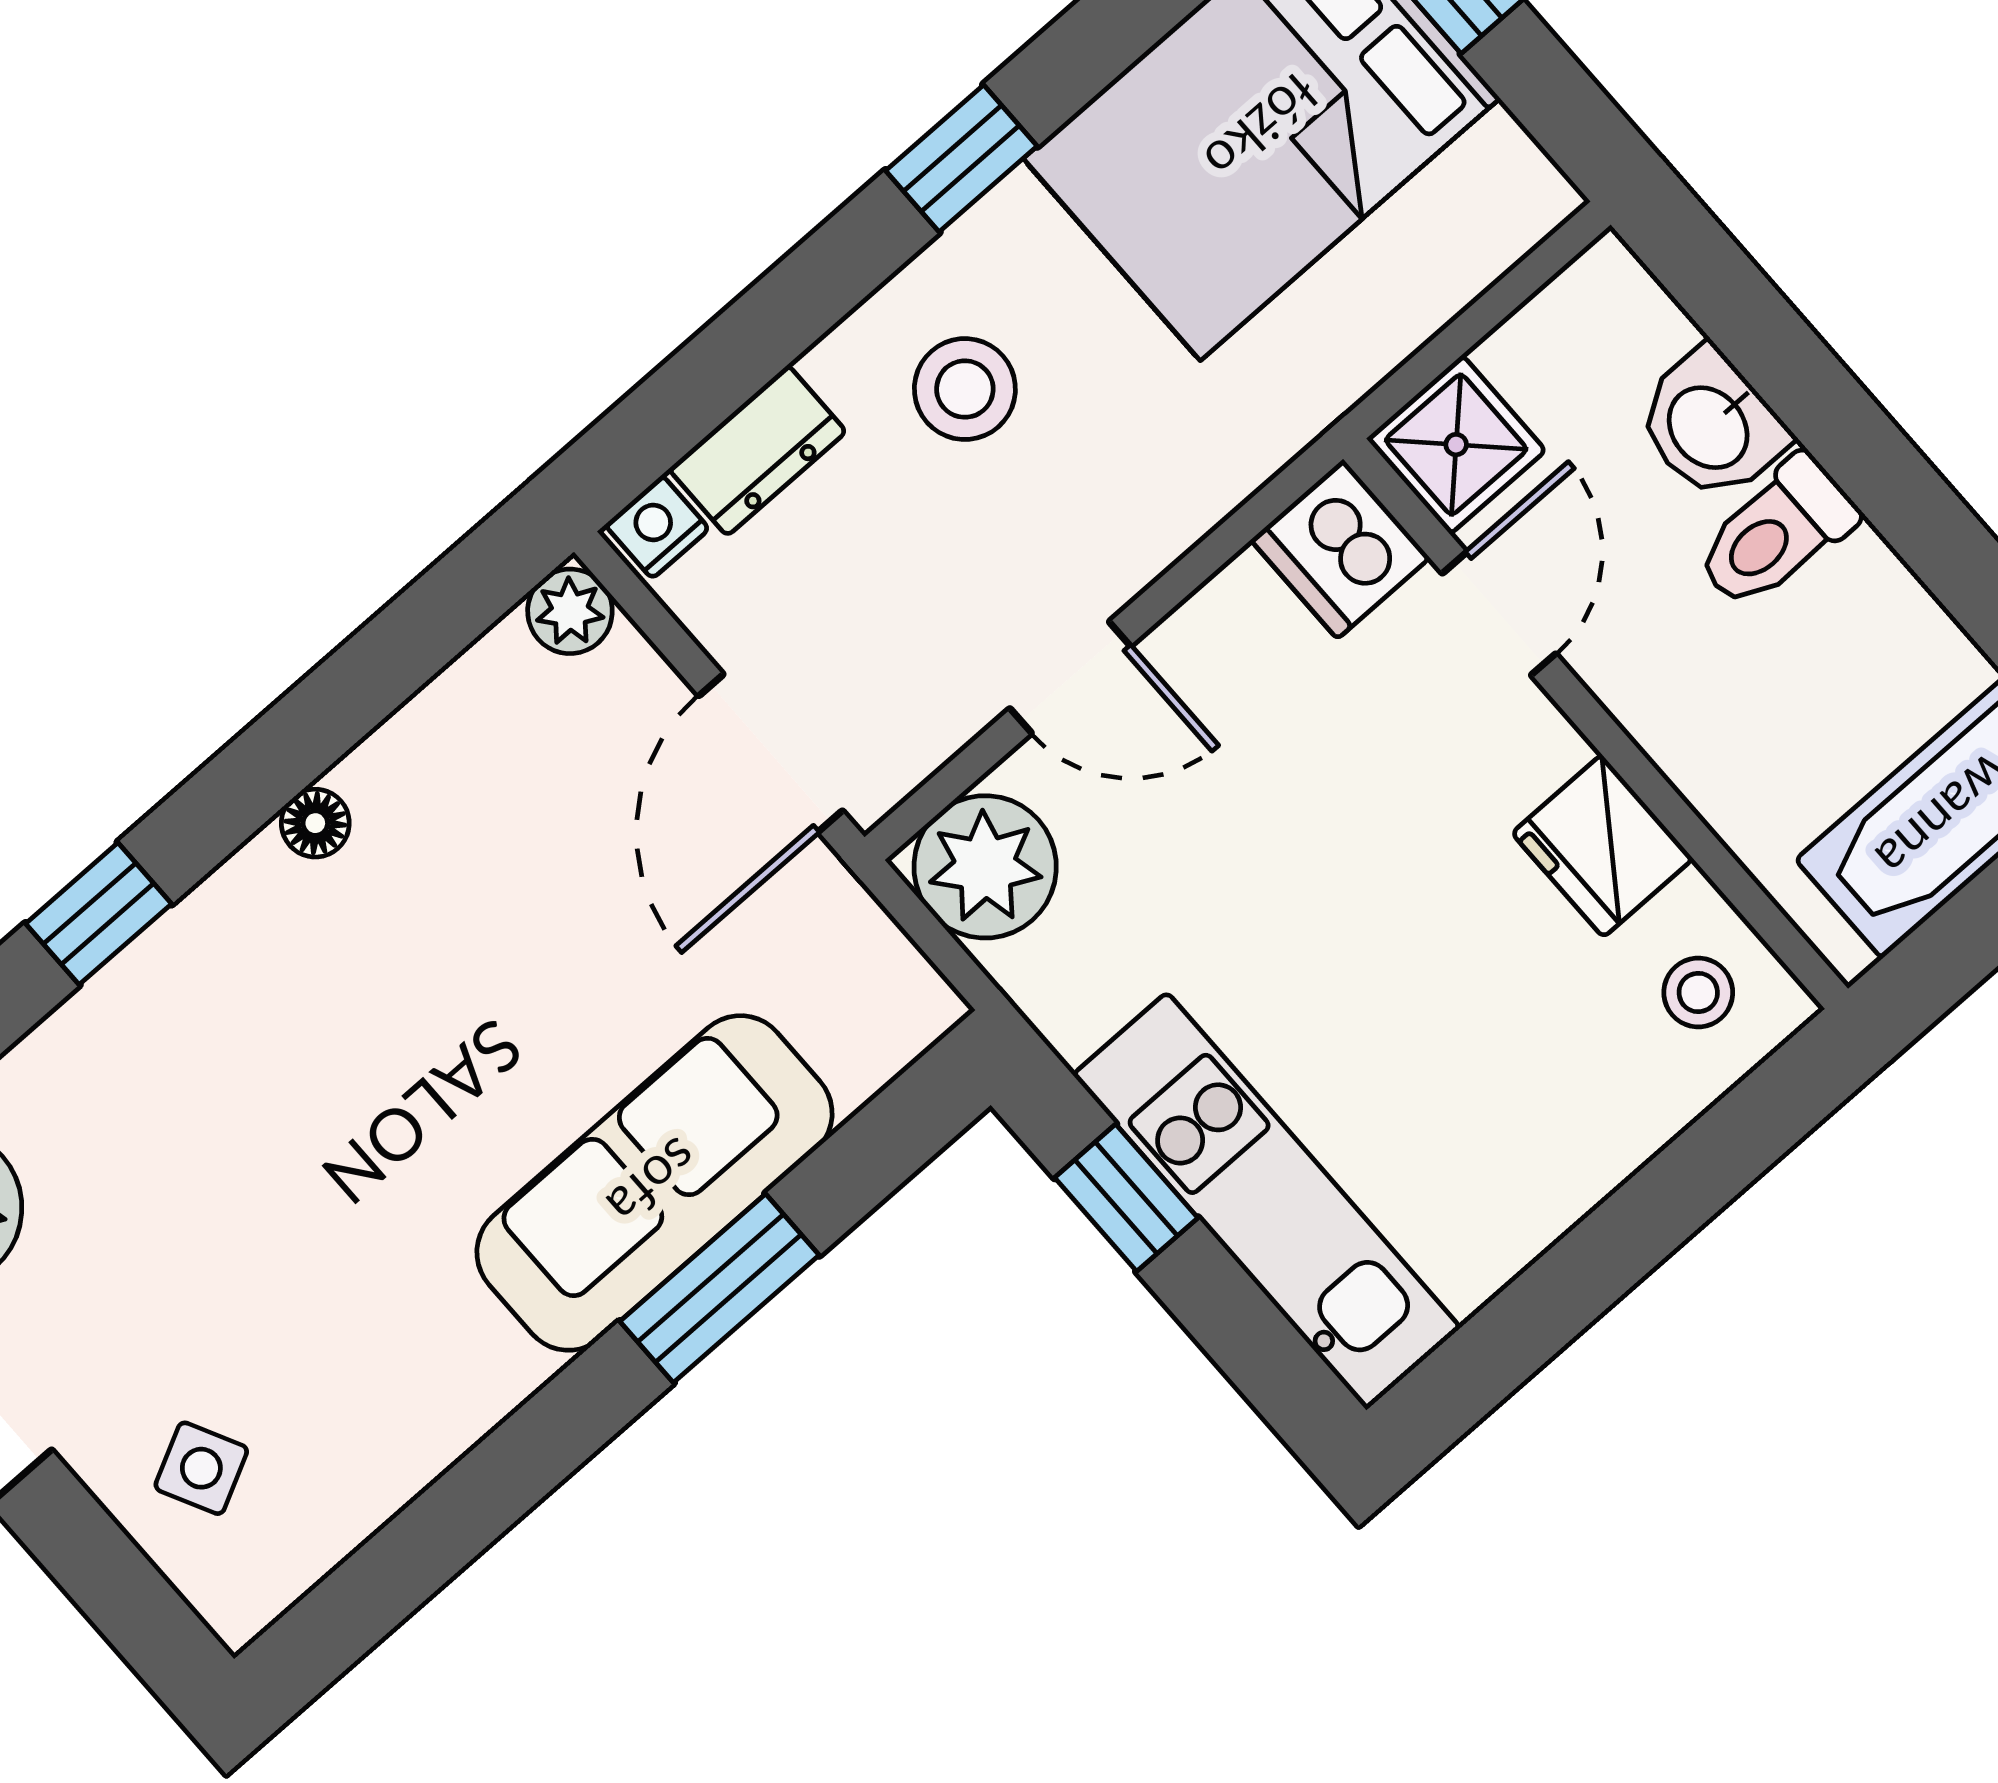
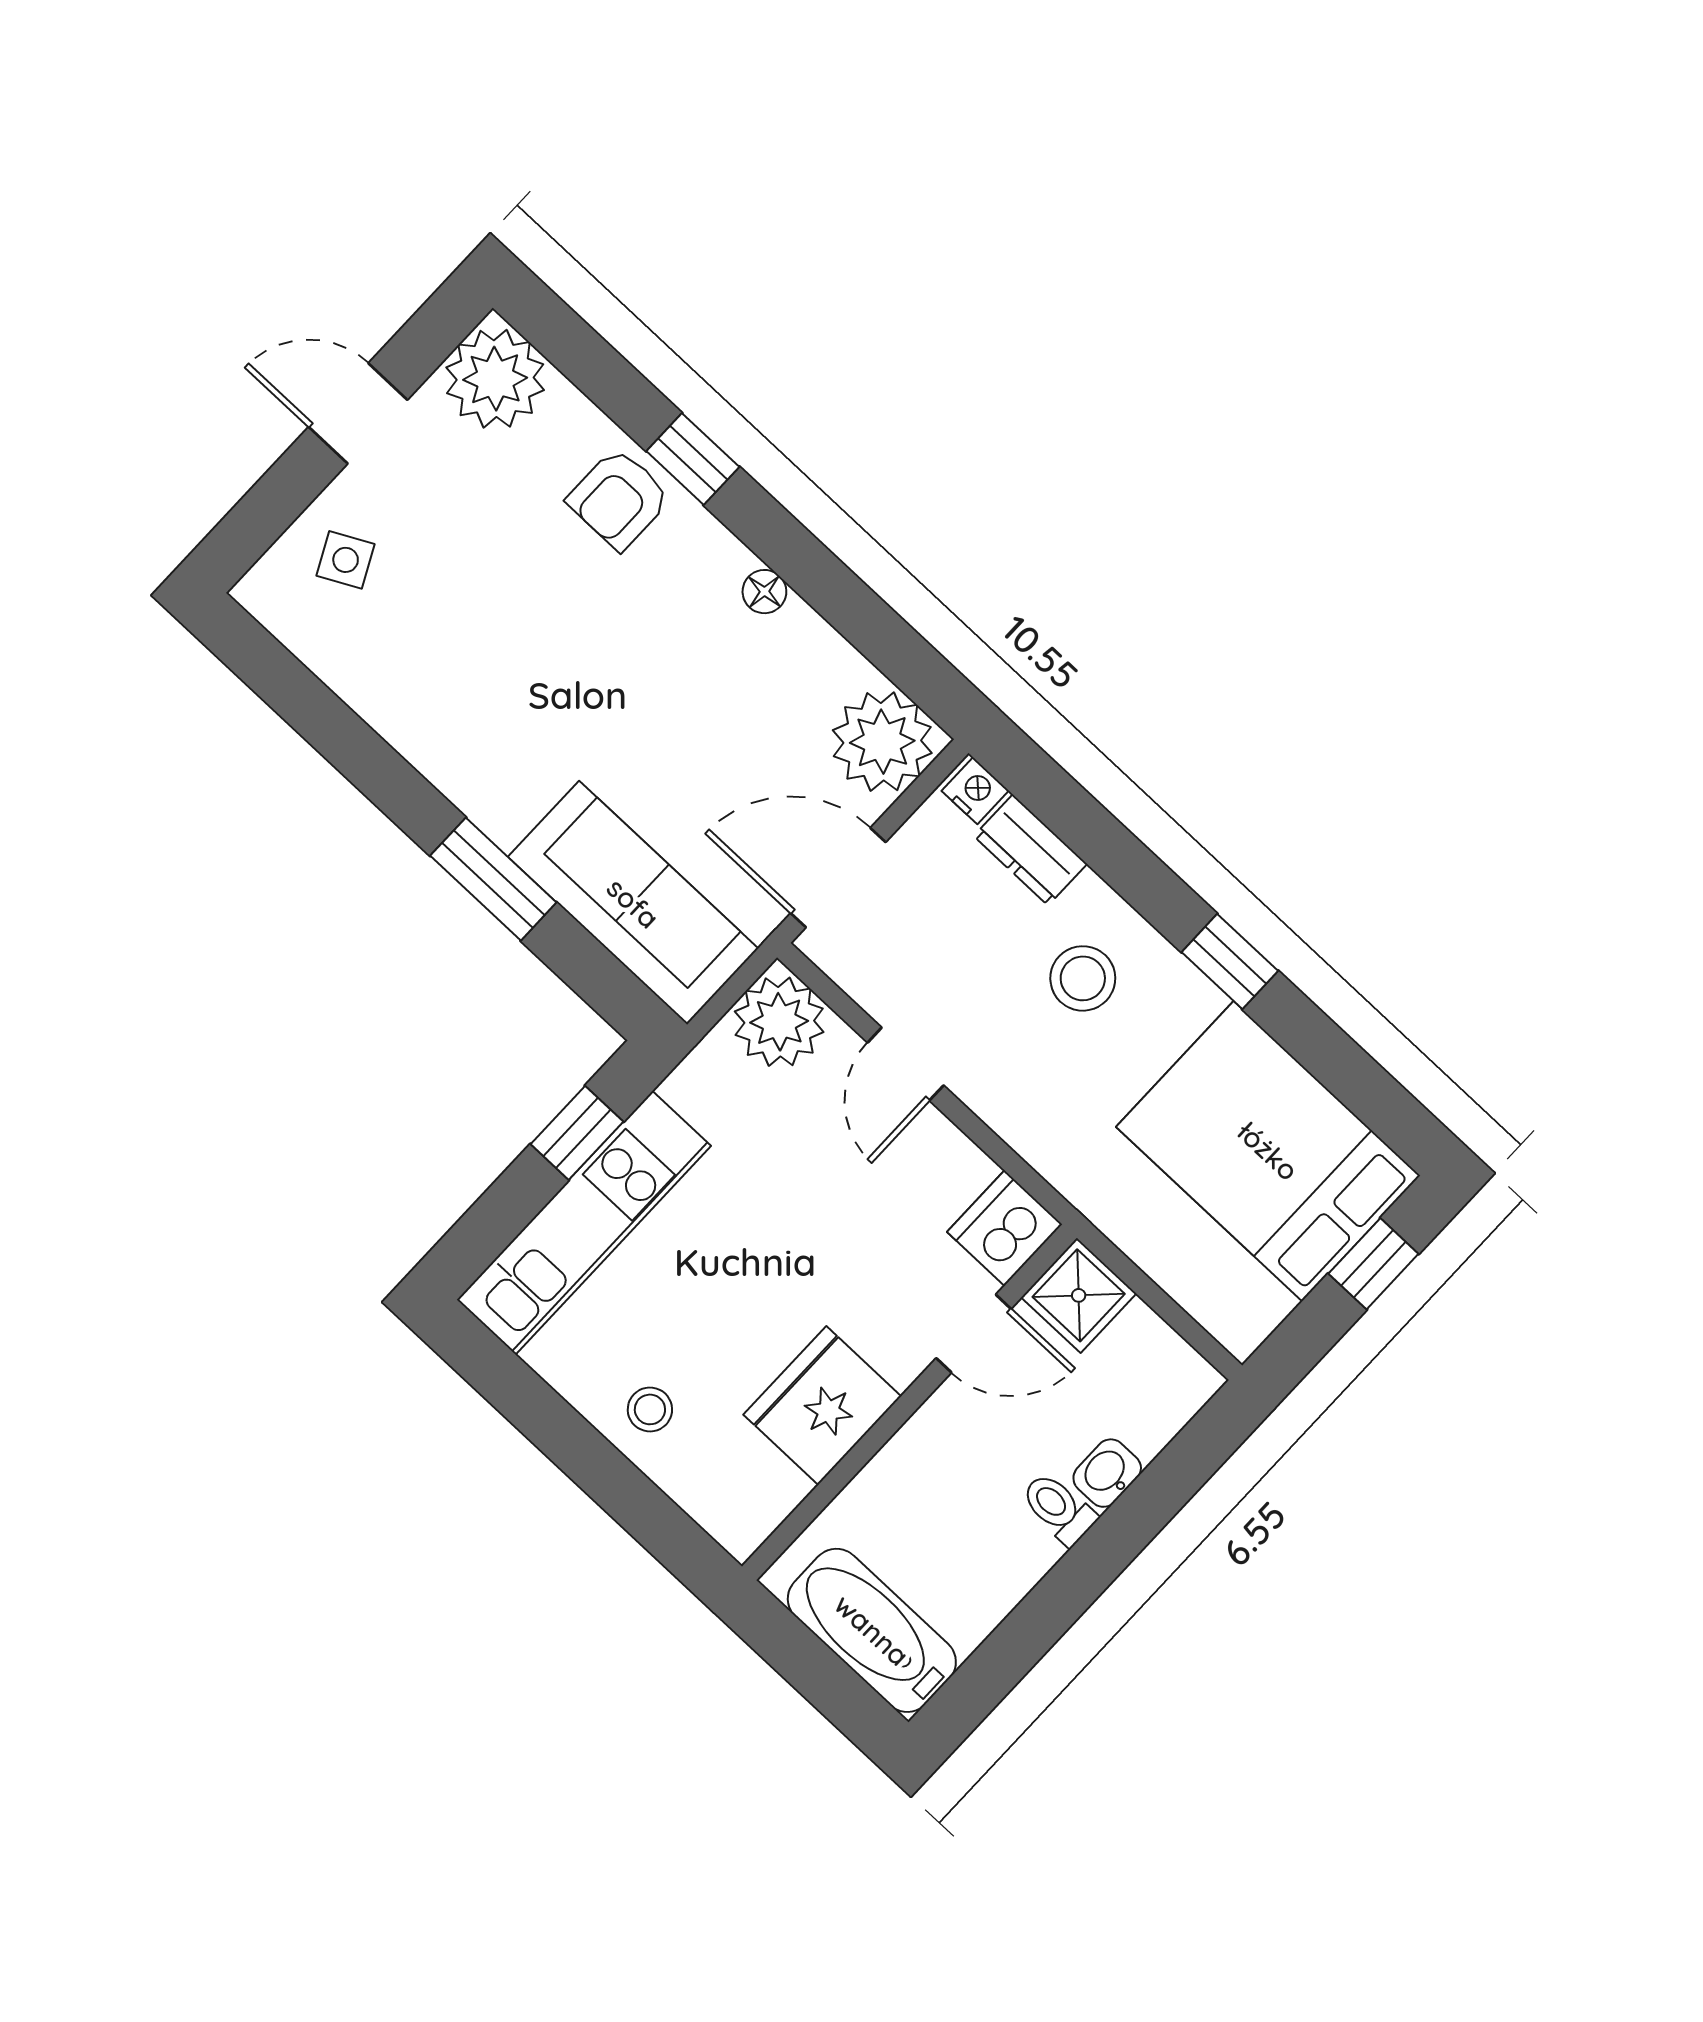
washbasin: (1711, 425) -> (1107, 1473), width x0.72, depth x0.69
toilet: (1776, 533) -> (1059, 1508), width x0.73, depth x0.72
plant: (570, 611) -> (882, 742), width x1.88, depth x1.88
fridge: (1602, 846) -> (822, 1405), width x1.36, depth x1.34
stool: (1698, 993) -> (650, 1409), moved
armchair: (149, 1035) -> (619, 499), added
sofa: (654, 1183) -> (633, 903), moved

